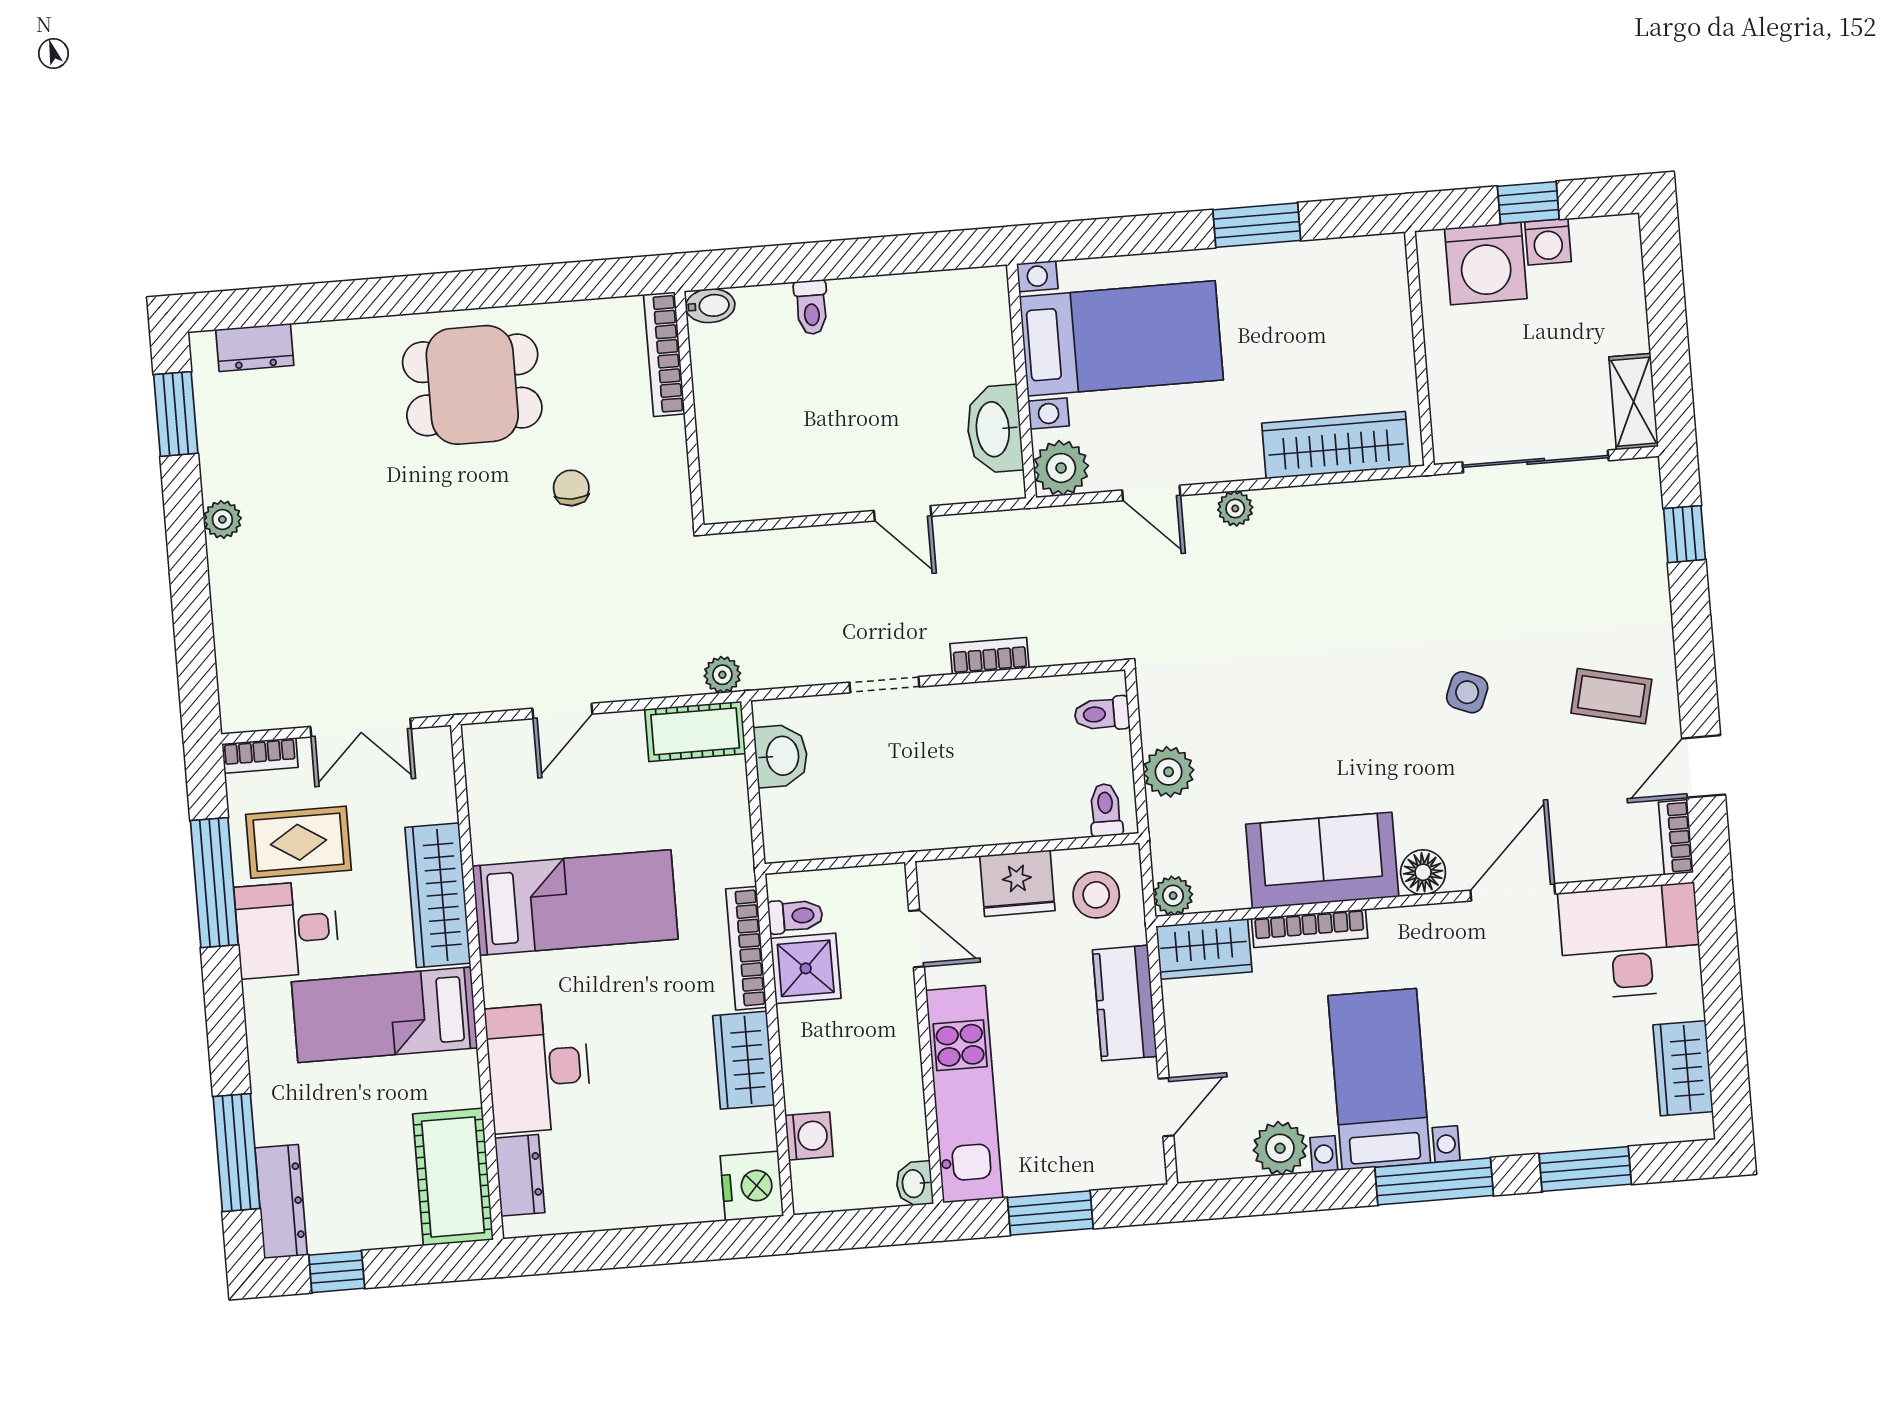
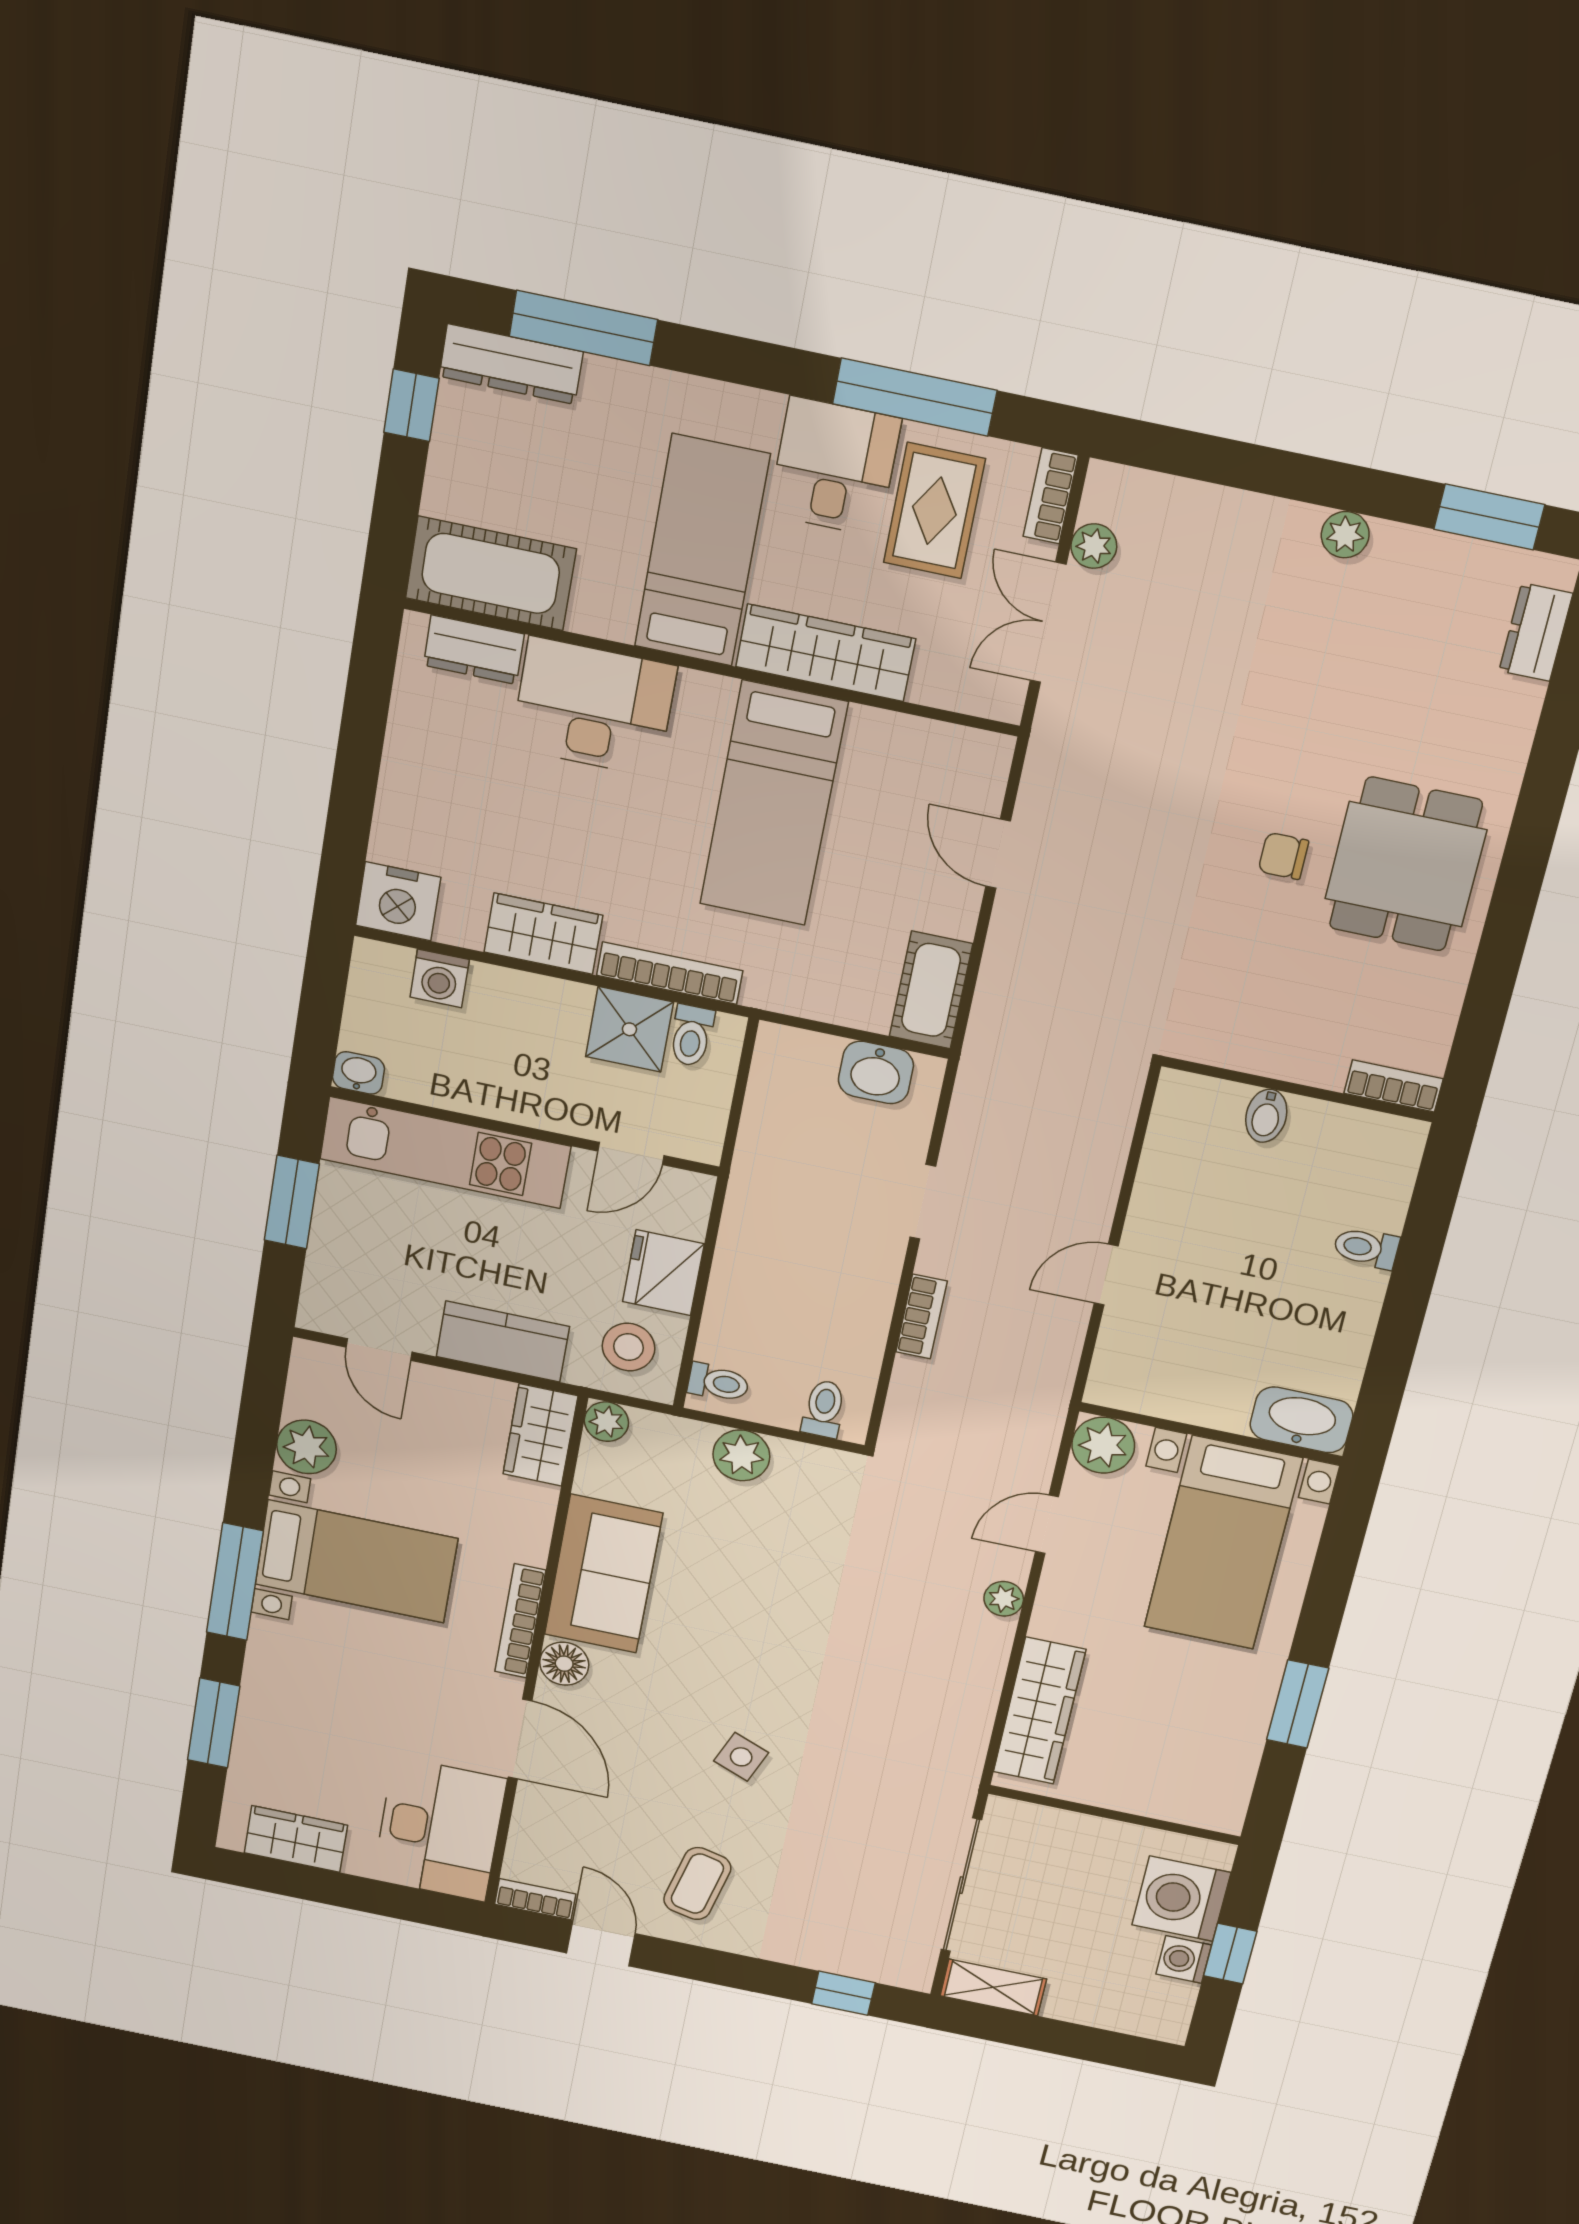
bidet: (710, 306) -> (1266, 1116), moved
bookcase: (664, 354) -> (1394, 1086), width x0.64
washbasin: (994, 429) -> (1301, 1420), moved
chair: (571, 488) -> (1283, 856), moved, turned 180
plant: (722, 675) -> (1094, 546), moved
bookcase: (1310, 928) -> (520, 1621), moved

